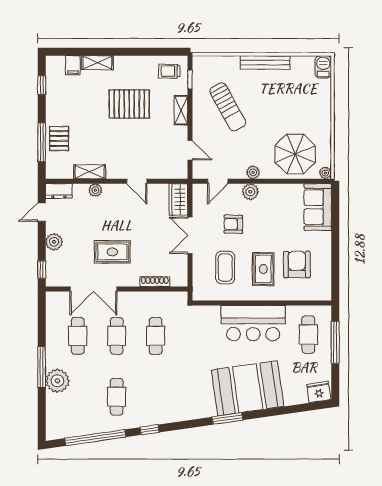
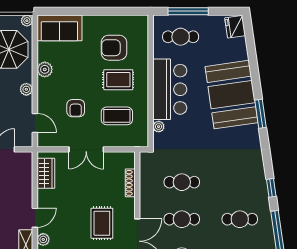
door: (137, 181) -> (35, 218), moved
plant: (250, 192) -> (45, 69), moved
wardrobe: (178, 200) -> (46, 173), moved, turned -90
plant: (214, 311) -> (159, 127), added

